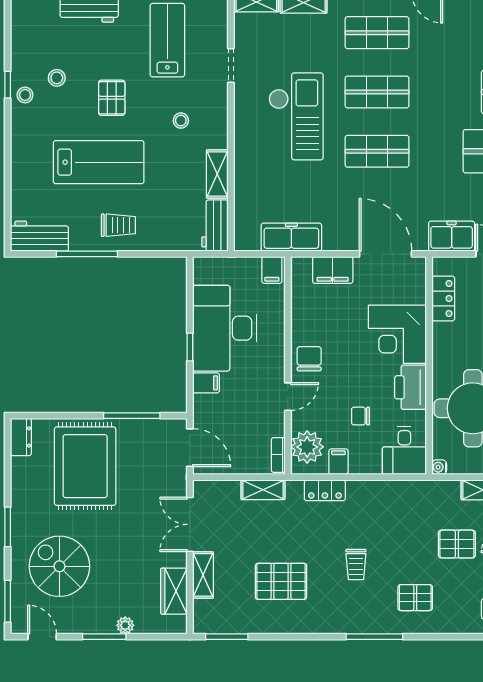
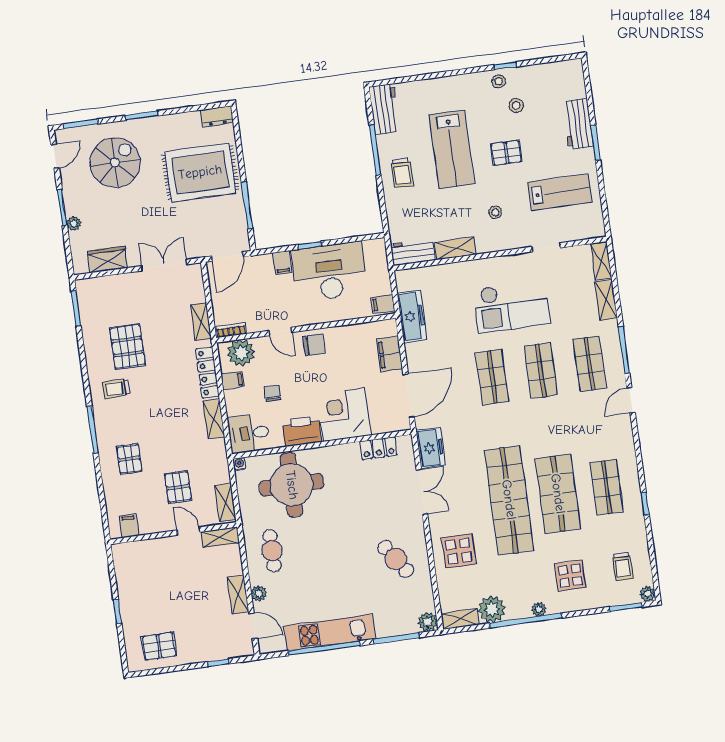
locker: (325, 490) -> (207, 372), width x1.53
trolley: (356, 564) -> (116, 389), moved
shelving: (203, 575) -> (214, 419), moved, turned 90

